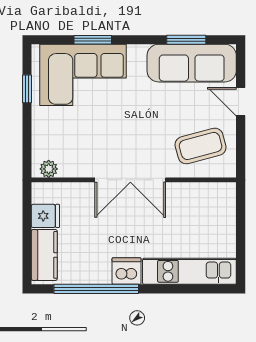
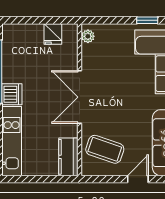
coffee table: (201, 146) -> (105, 149), turned -56
kitchen counter: (44, 255) -> (68, 157), moved, turned 90

